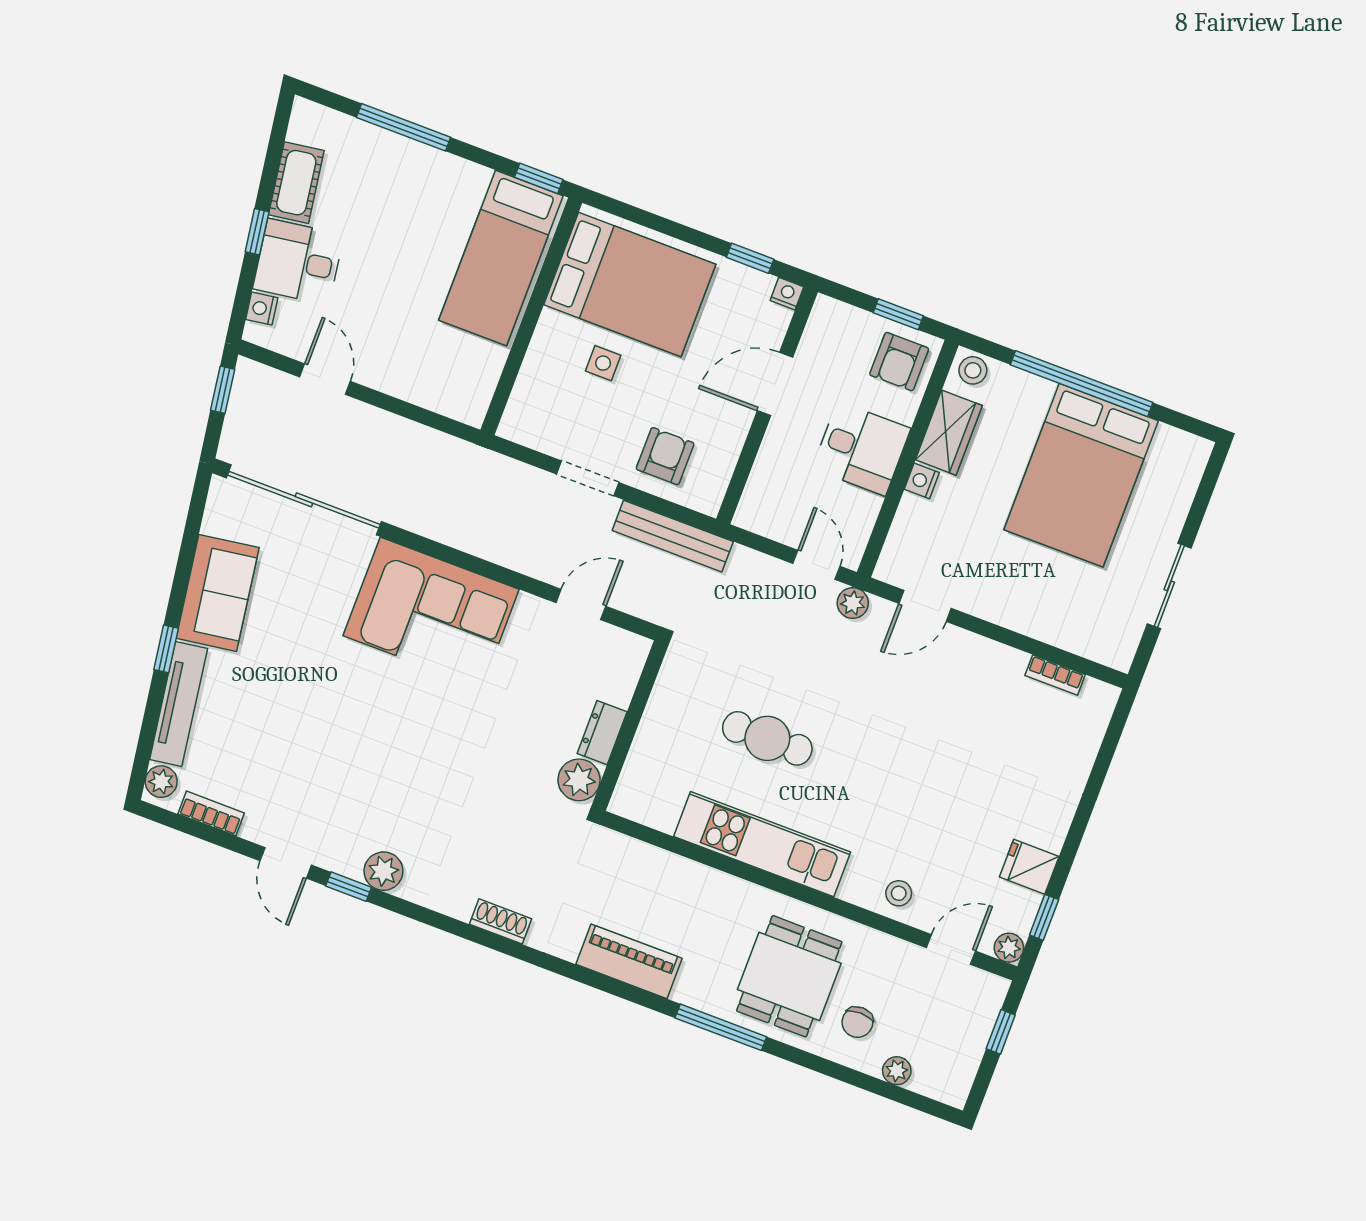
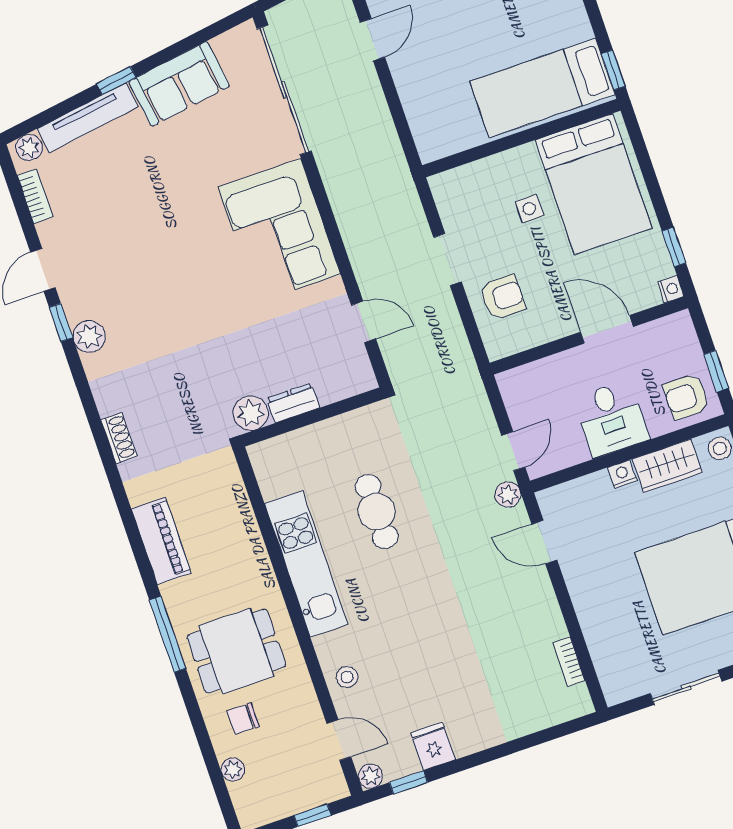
bench: (673, 536) -> (456, 344), removed

